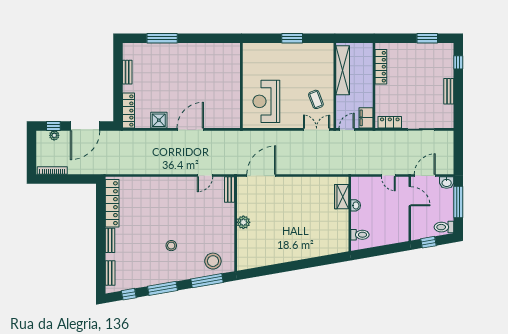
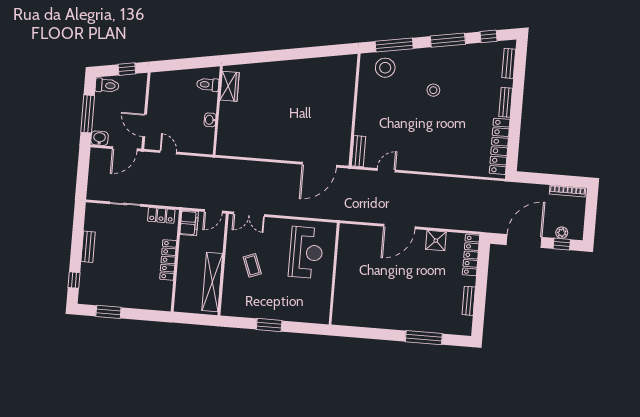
locker: (381, 67) -> (168, 260), moved
coffee table: (316, 99) -> (252, 265), moved
wardrobe: (342, 197) -> (230, 86), moved
plant: (243, 222) -> (345, 111), removed

